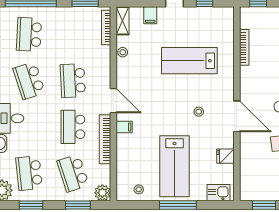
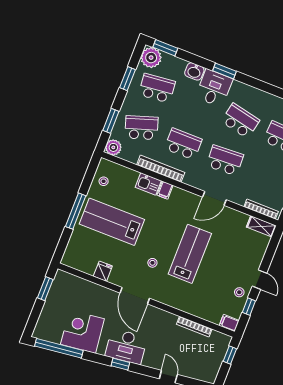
filing cabinet: (150, 15) -> (229, 323), moved
stool: (123, 52) -> (239, 292), moved
lab bench: (189, 61) -> (190, 254), moved
school desk: (29, 81) -> (240, 121), turned 30
door: (113, 101) -> (214, 198), moved
door: (237, 116) -> (135, 296), hinge flipped
kitchen sink: (218, 193) -> (148, 184), moved, turned 90

